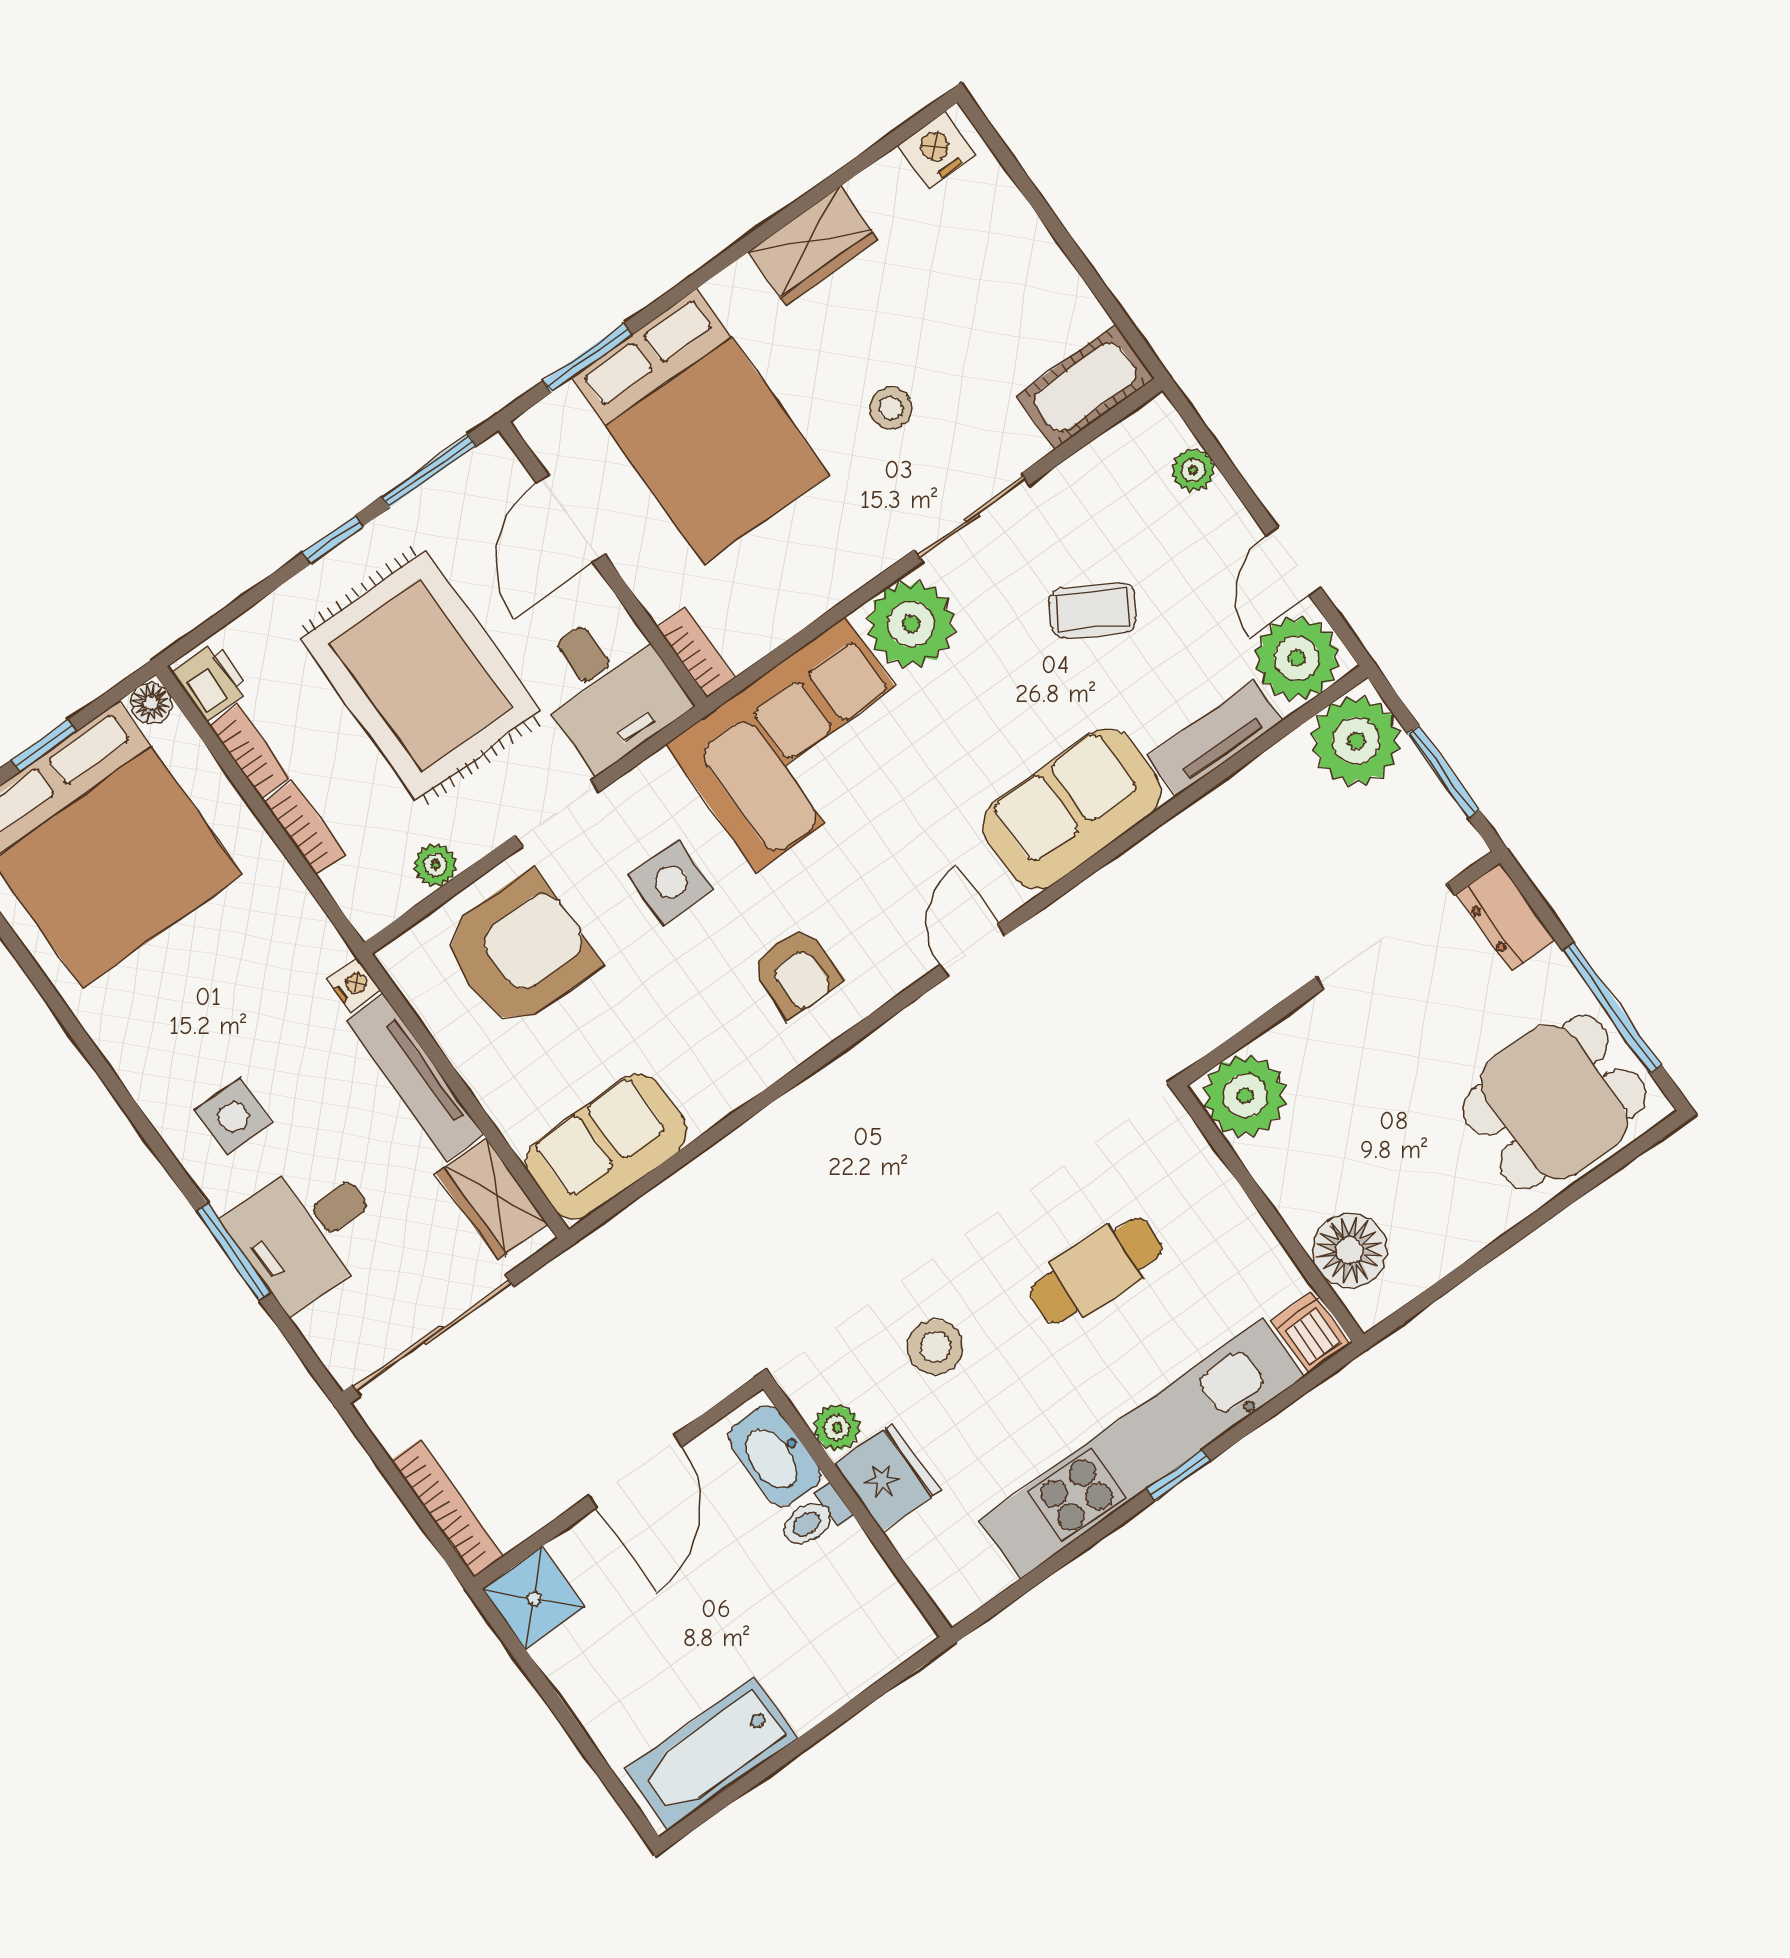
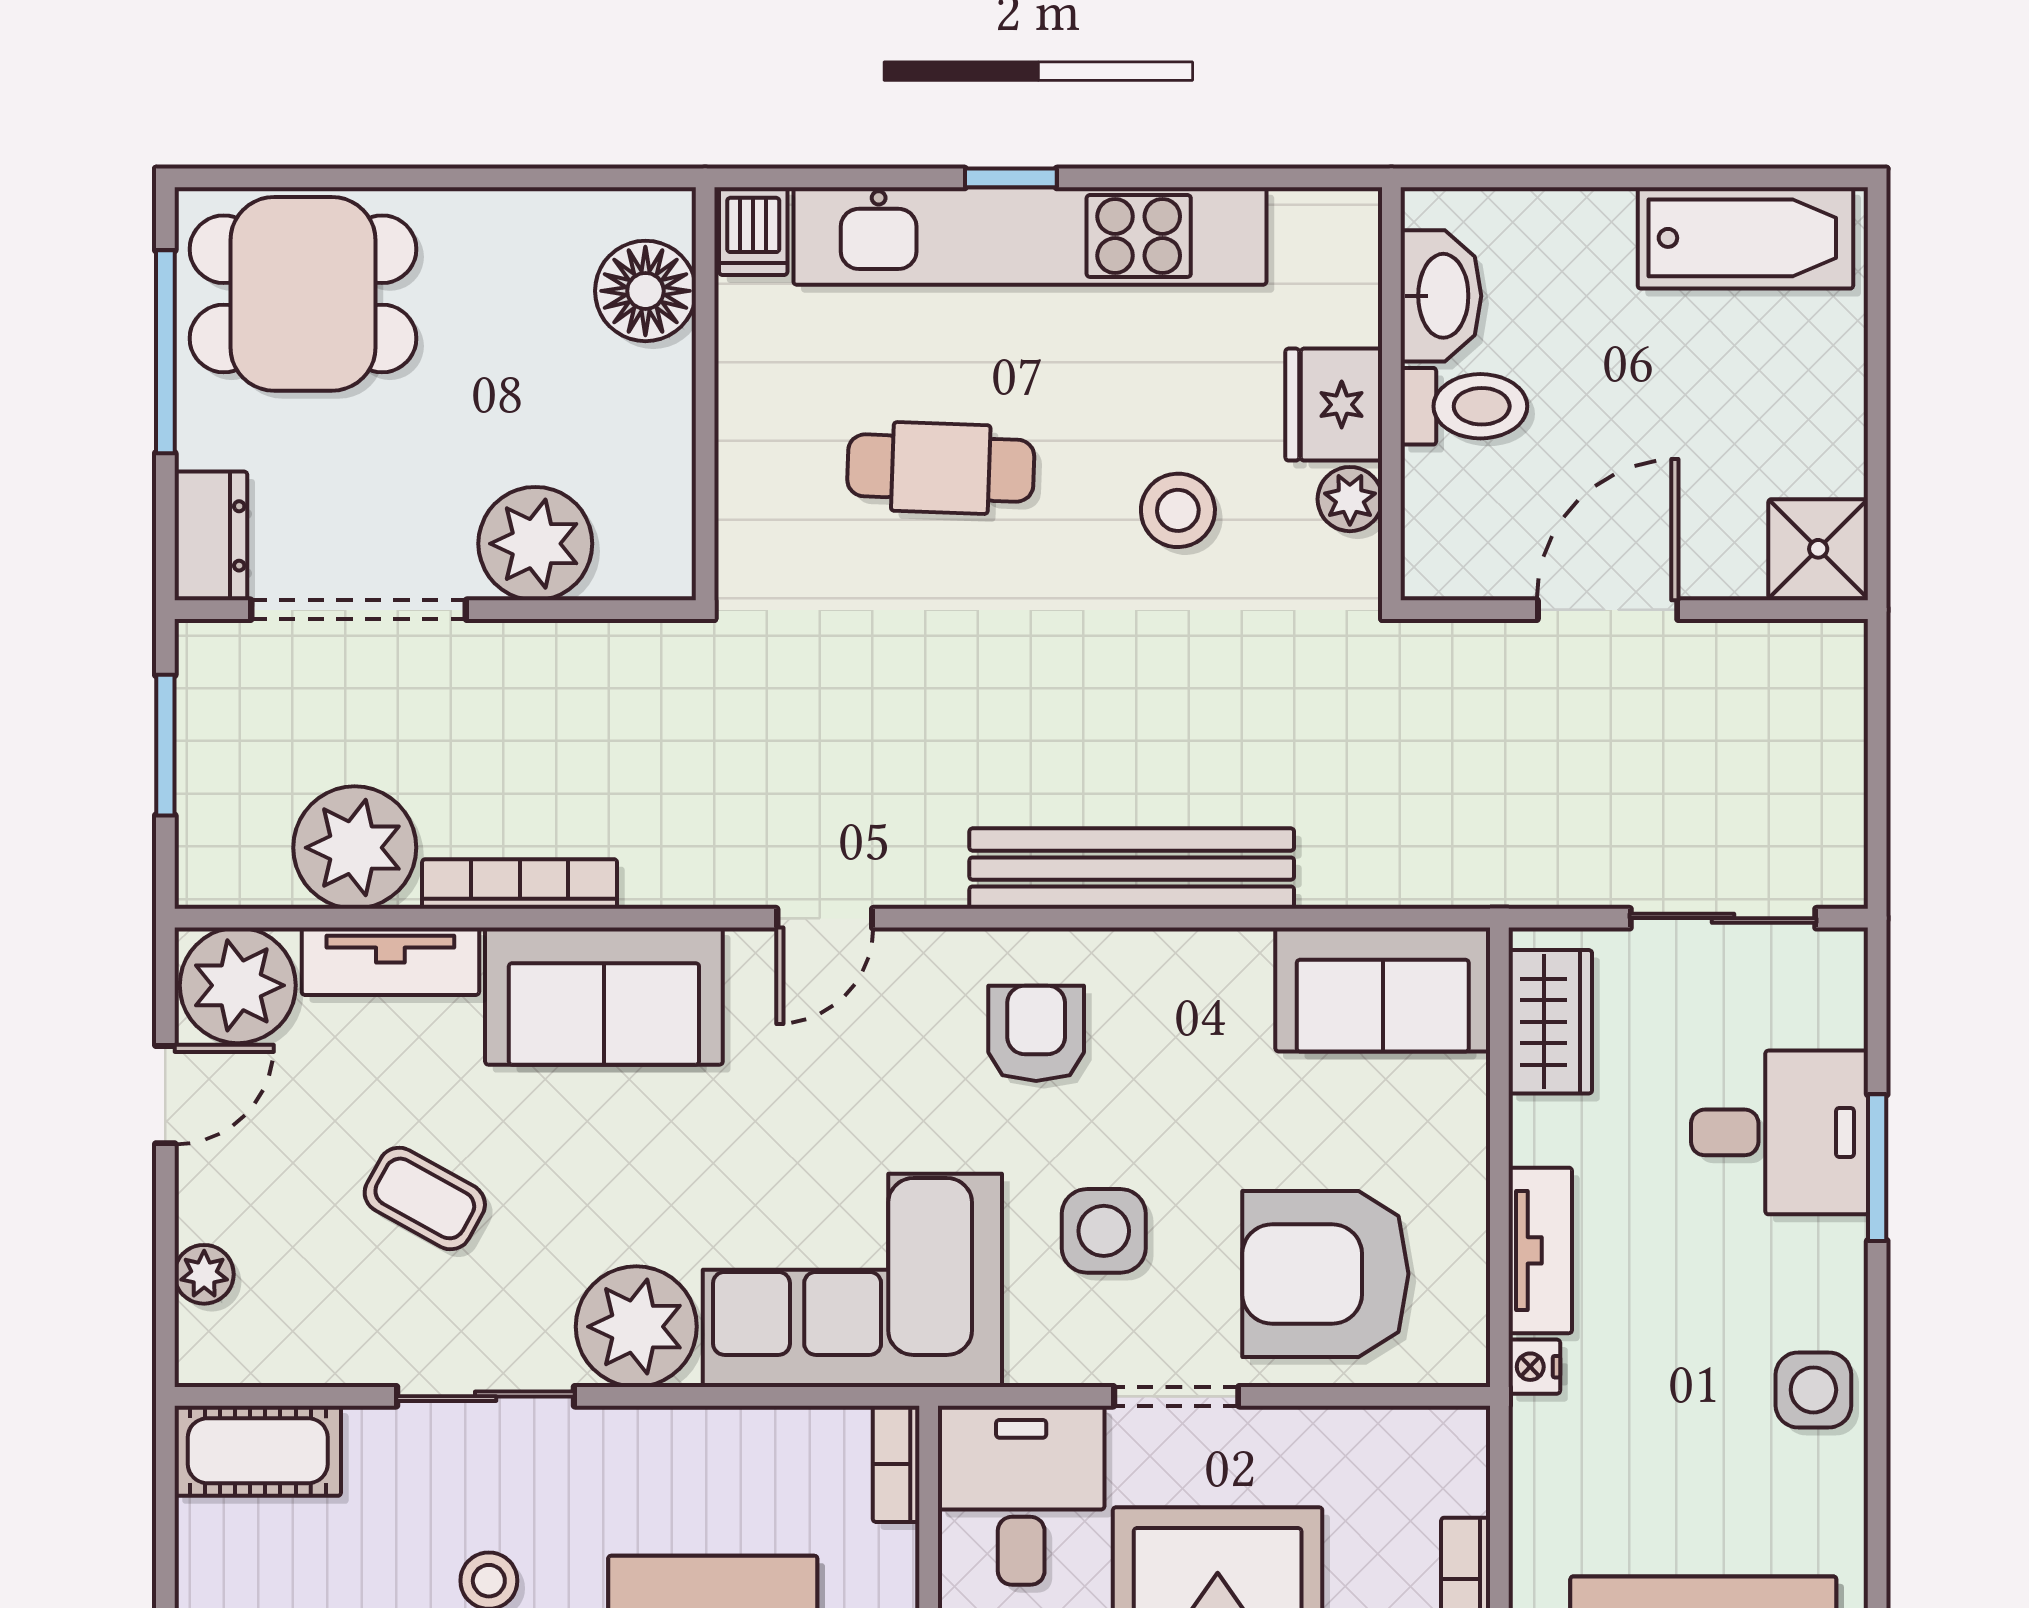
plant: (1356, 741) -> (355, 848), moved
plant: (435, 865) -> (1350, 1435), removed
tv unit: (415, 1078) -> (1540, 1250), width x0.71
plant: (1245, 1096) -> (535, 544), moved
bench: (810, 1112) -> (1132, 869), added
side table: (234, 1117) -> (1813, 1390), moved
sliding door: (433, 1336) -> (1723, 918), width x0.73
washbasin: (775, 1456) -> (1441, 296), moved
bookcase: (447, 1508) -> (520, 884), moved, turned 90
toilet: (814, 1518) -> (1464, 406), width x1.37, depth x1.39

